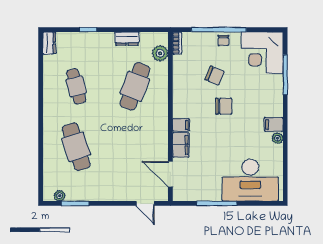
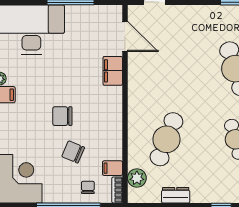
chair: (223, 40) -> (88, 187), moved
filing cabinet: (181, 125) -> (112, 168), moved

